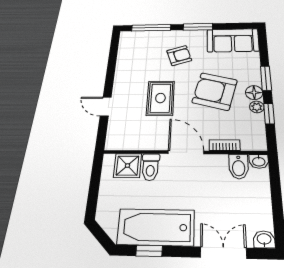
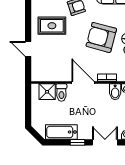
rug: (160, 98) -> (52, 26), moved, turned 90
bathtub: (156, 227) -> (61, 132), width x0.73, depth x0.73
window: (149, 251) -> (78, 142), moved

